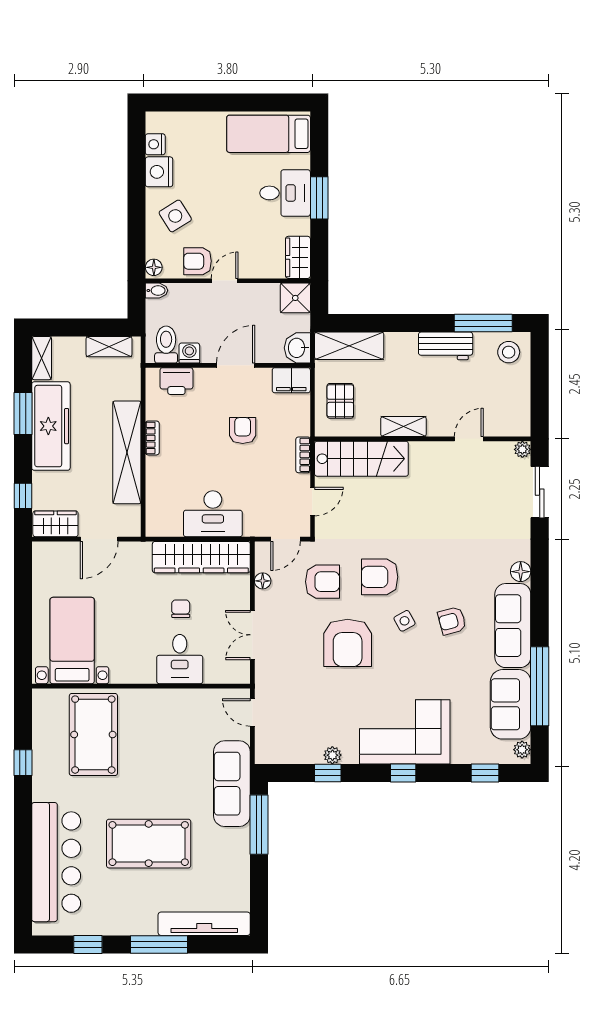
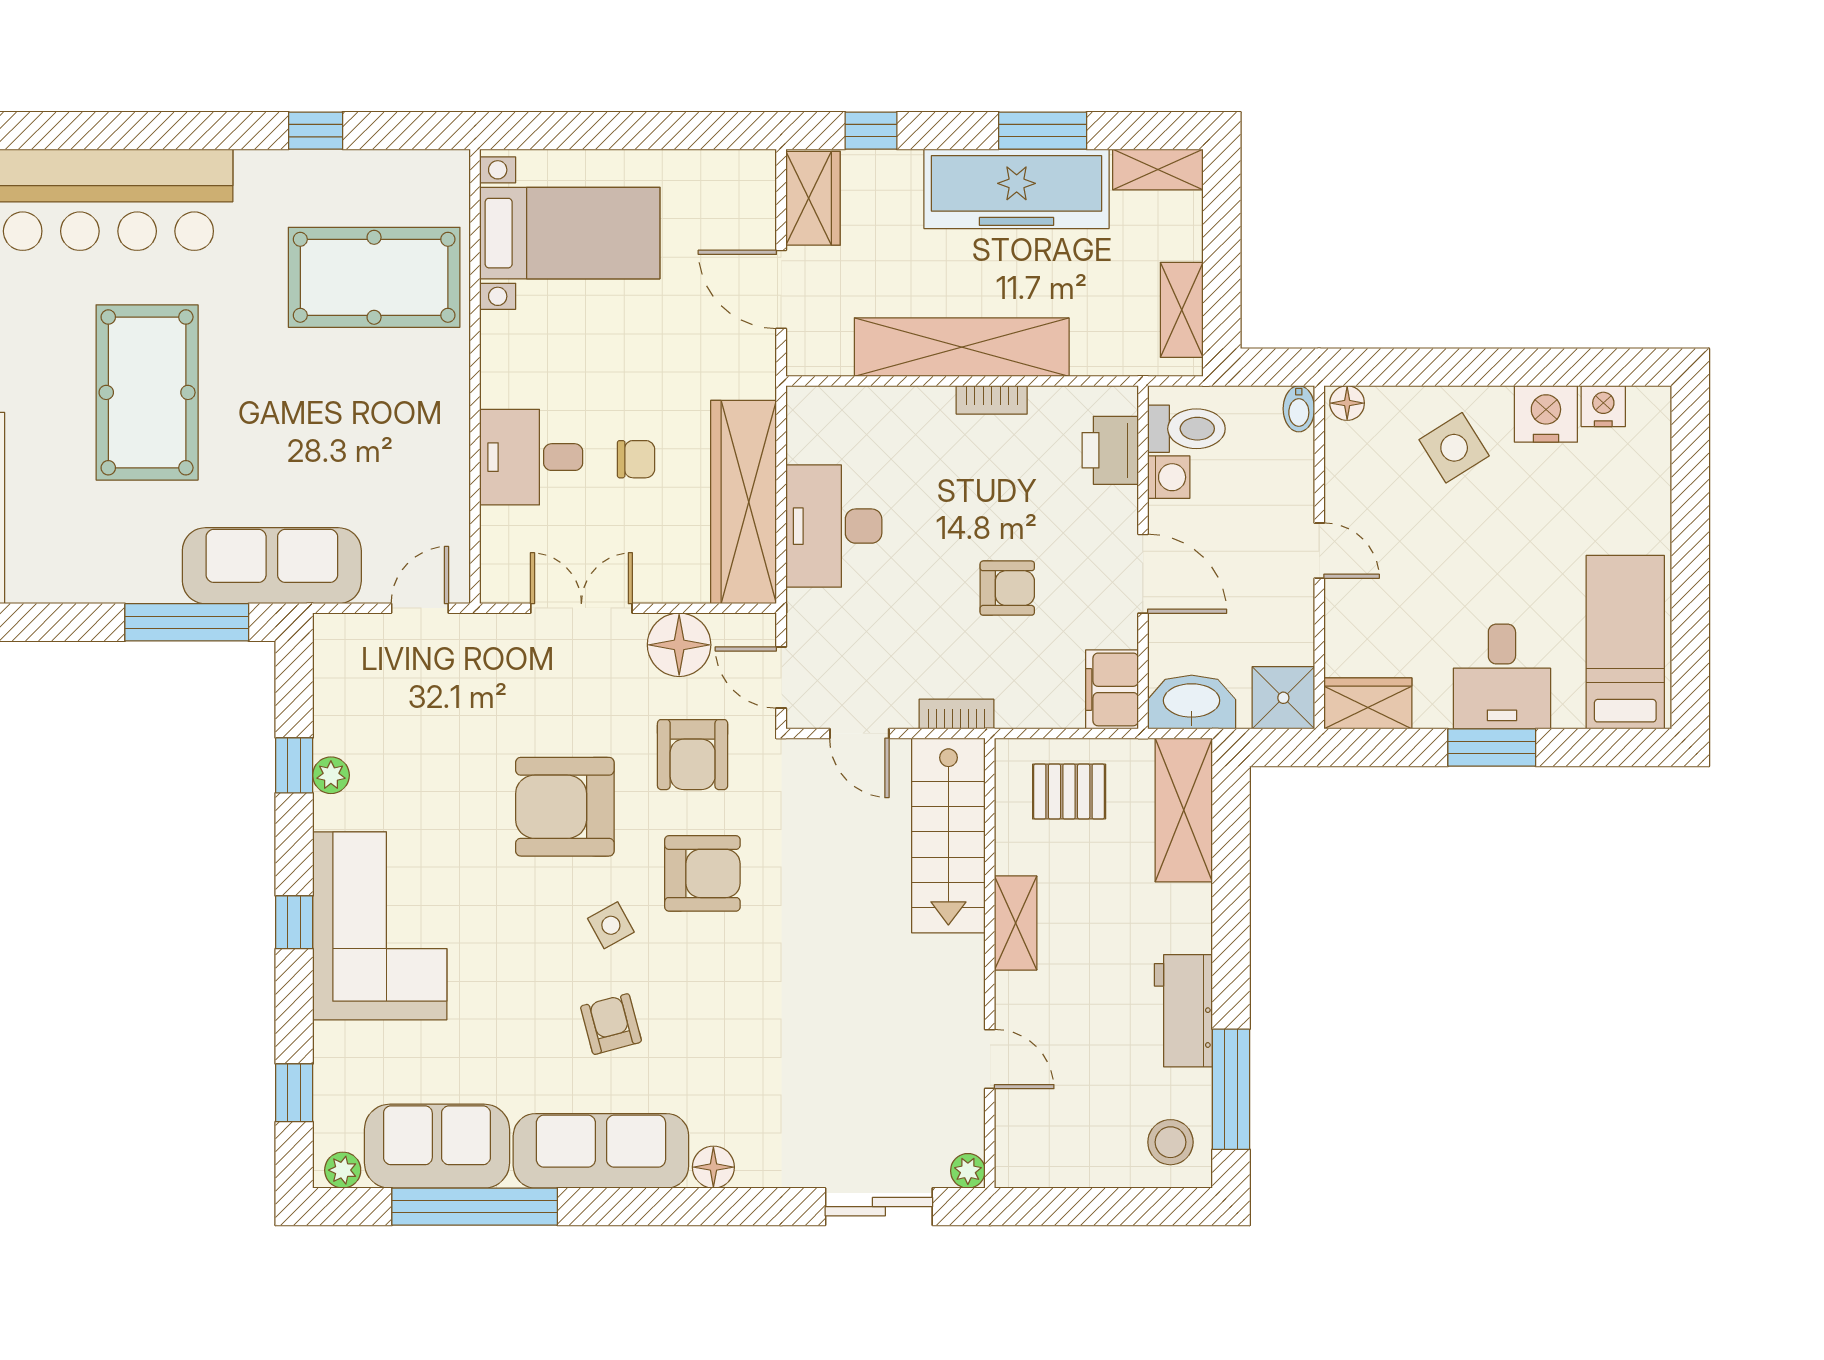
armchair: (197, 261) -> (1360, 494), removed
washbasin: (297, 348) -> (1192, 702), width x1.38
armchair: (380, 577) -> (702, 873), turned 90
floor lamp: (263, 581) -> (679, 645), width x1.89, depth x1.89

